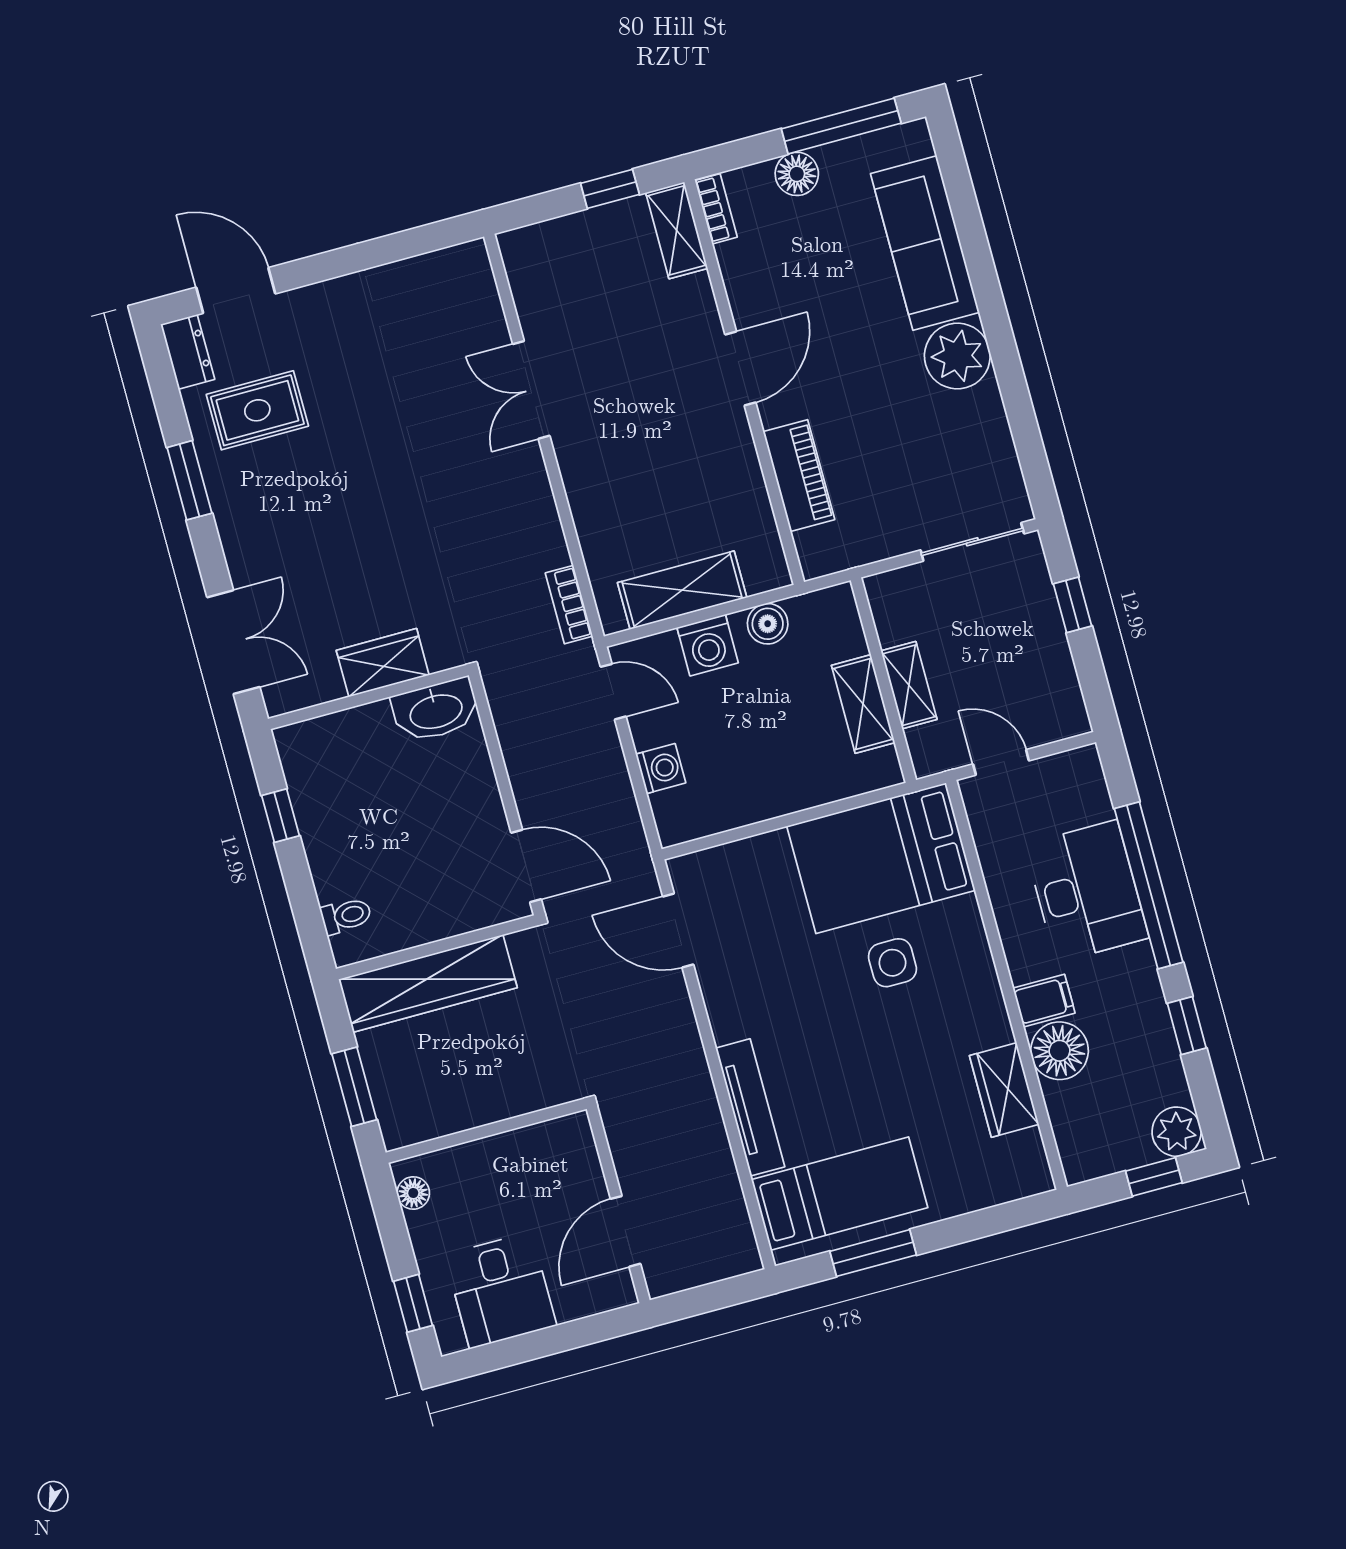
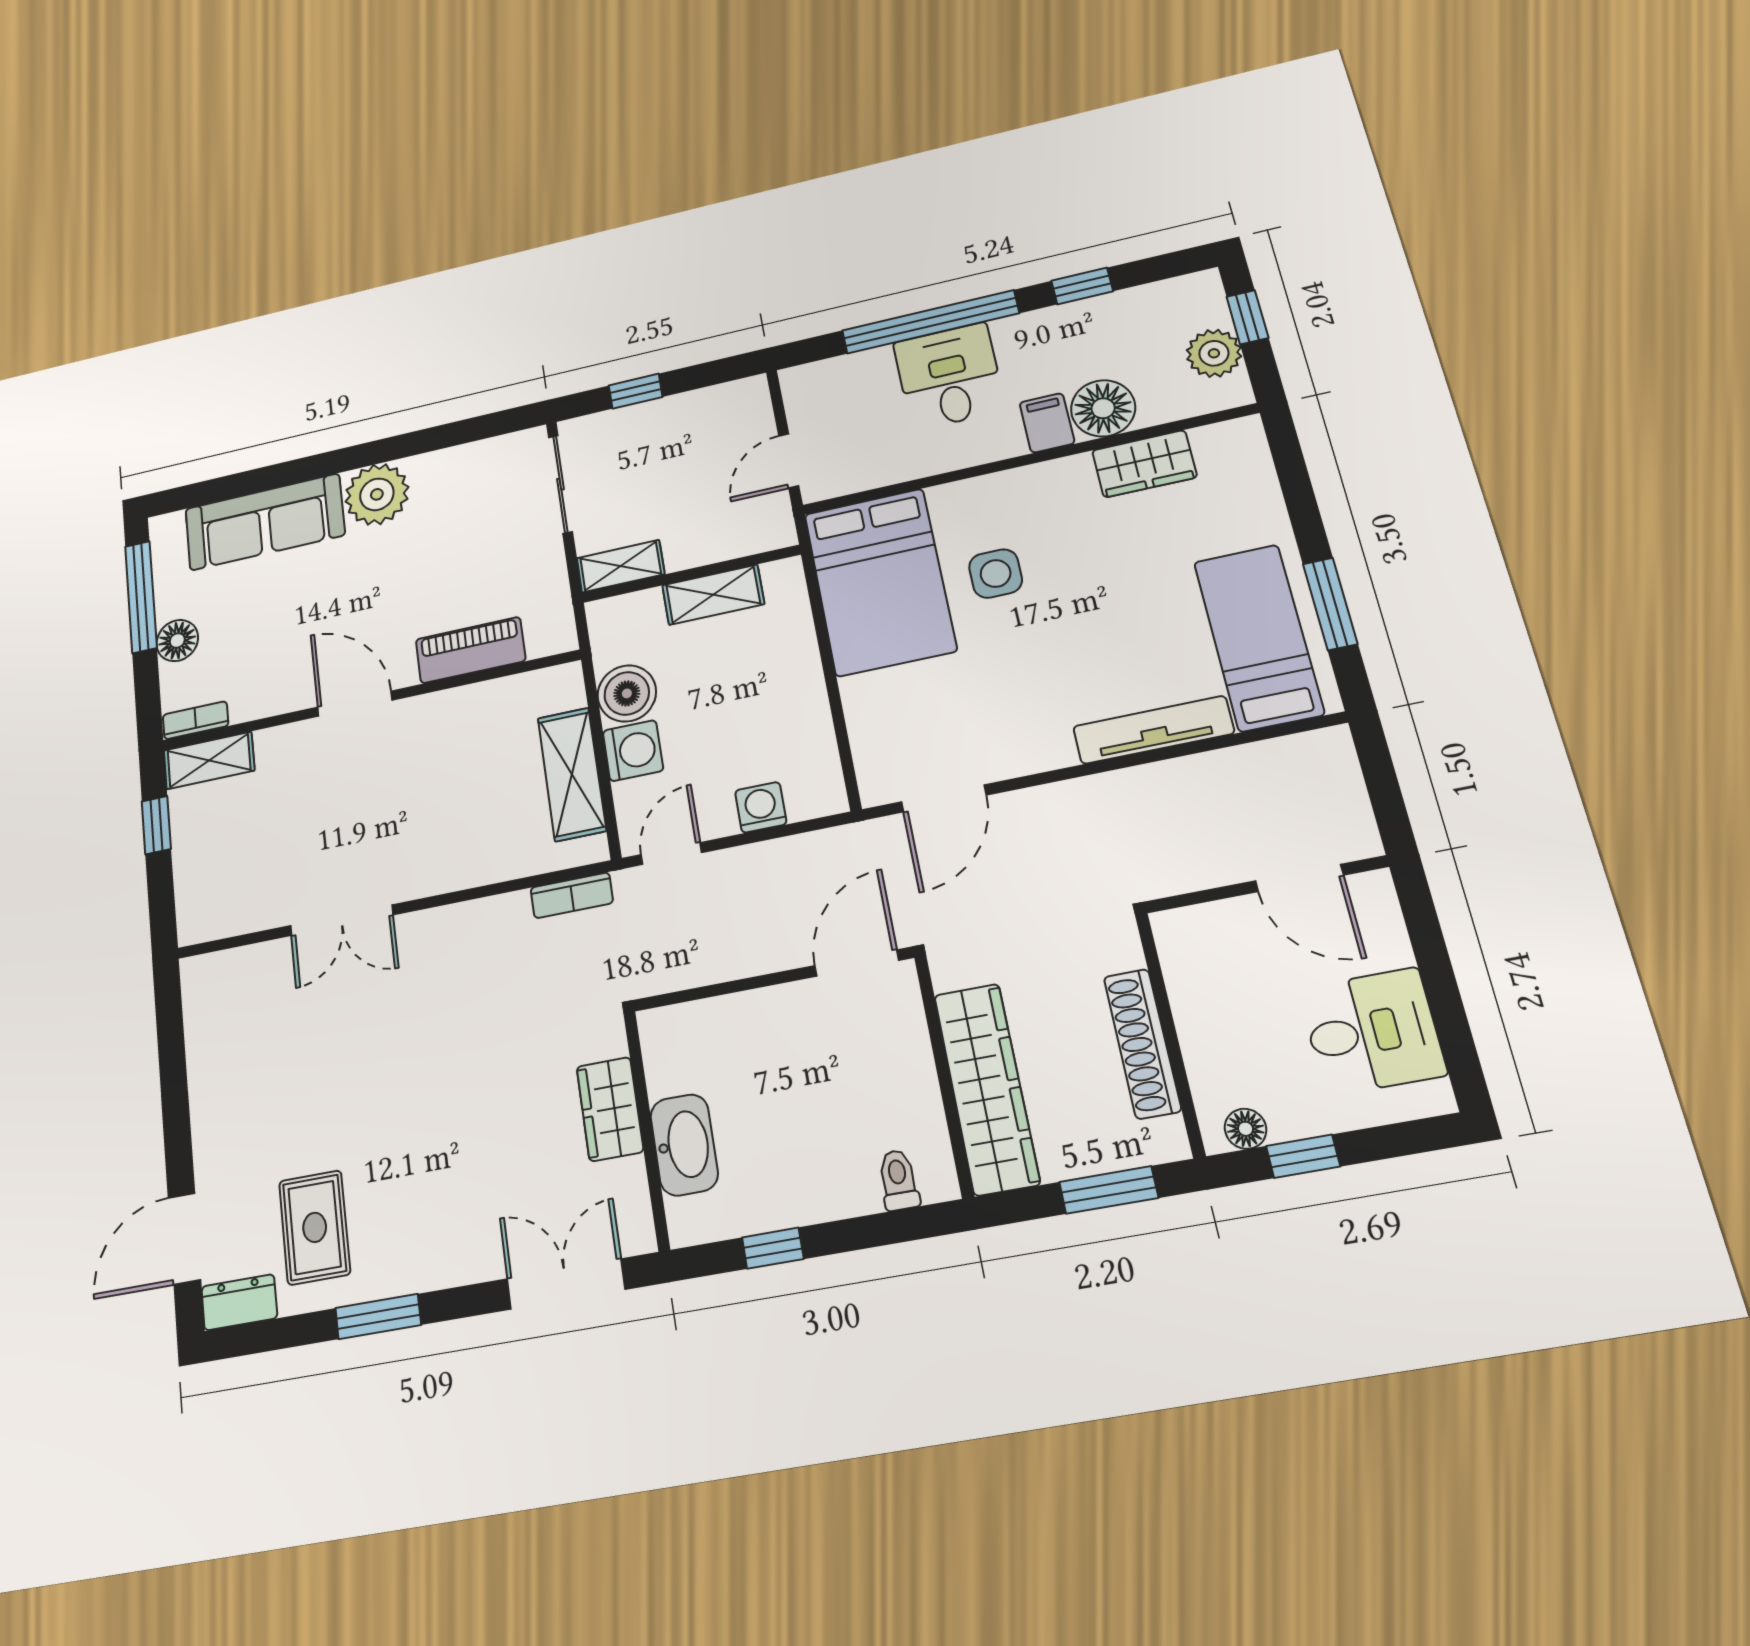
boiler: (768, 624) -> (627, 693), width x1.36, depth x1.36
shelving: (909, 685) -> (621, 566), moved
washbasin: (436, 710) -> (684, 1145), moved
desk: (1087, 891) -> (949, 376), width x0.73
shoe rack: (476, 1109) -> (1142, 1044), added
plant: (1177, 1132) -> (1214, 353), moved
window: (413, 1303) -> (1303, 1156), moved

